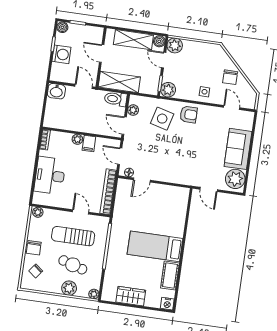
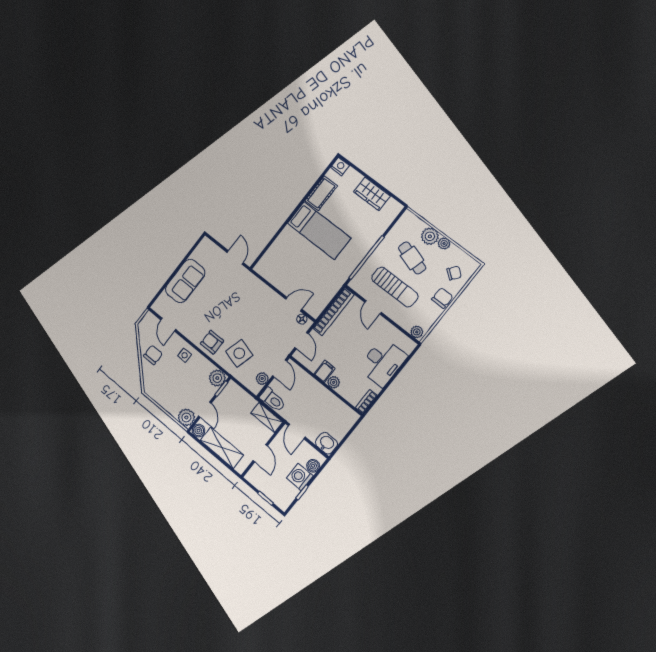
boiler: (62, 27) -> (313, 466), moved
shelving: (119, 82) -> (267, 417), width x0.67, depth x0.75
plant: (235, 179) -> (204, 253), removed
plant: (94, 294) -> (444, 243), moved

